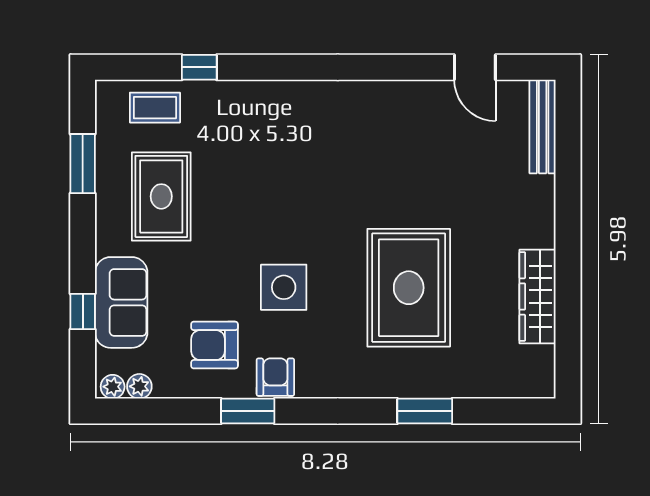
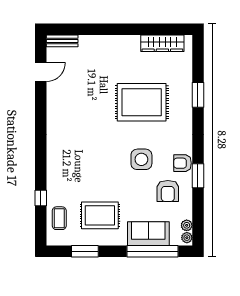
bench: (543, 126) -> (62, 41), width x0.73
wardrobe: (538, 297) -> (162, 43), moved
window: (83, 312) -> (152, 251), width x3.17

